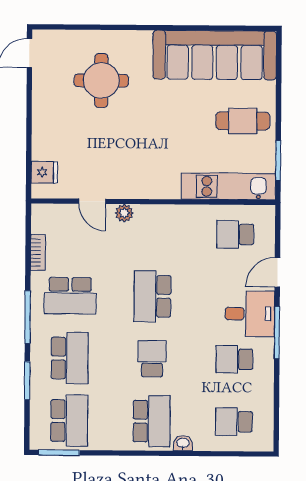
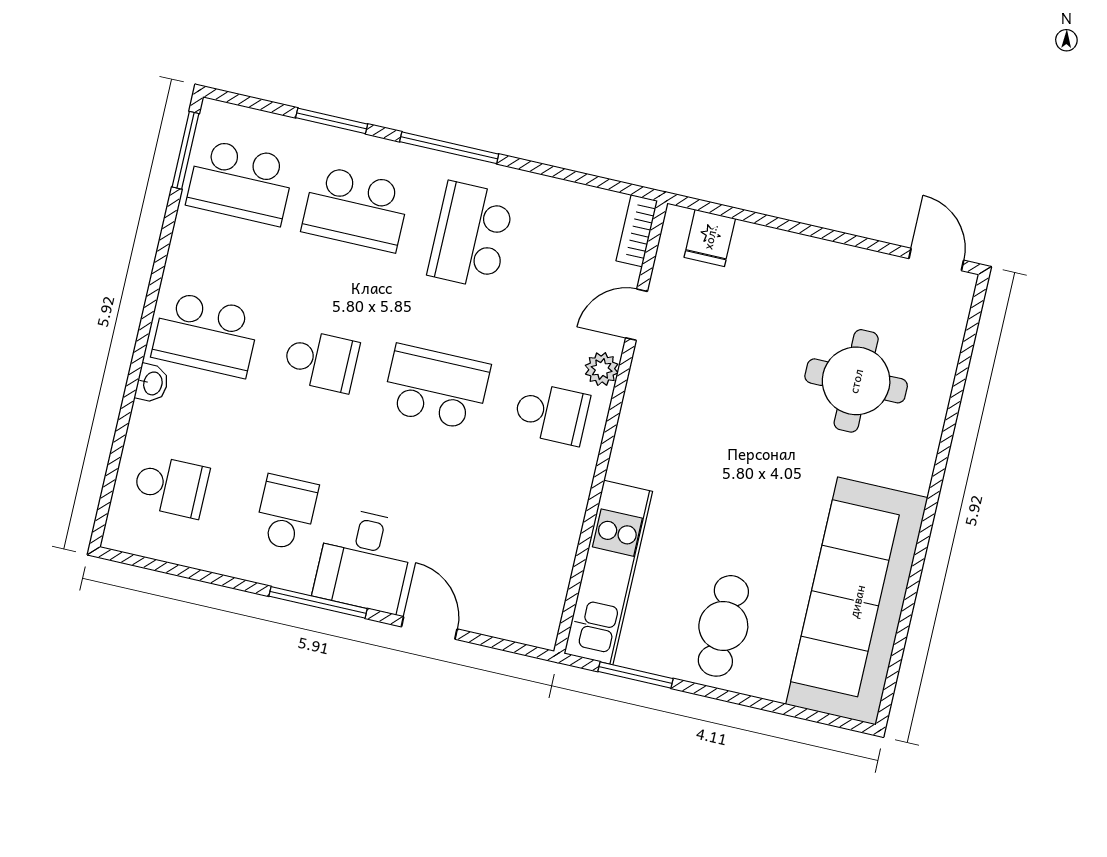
school desk: (235, 234) -> (551, 414), moved, turned 90
bookcase: (38, 253) -> (637, 231), moved, turned 90
school desk: (234, 422) -> (171, 486), turned 90

